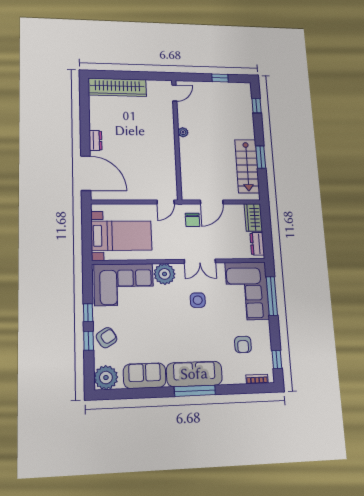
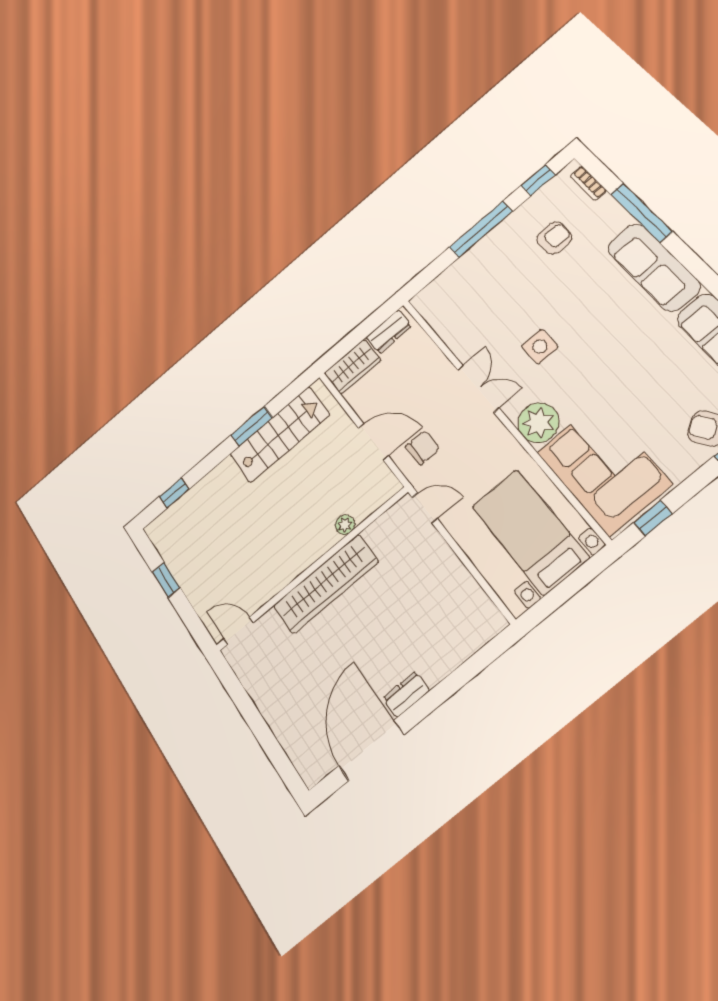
wardrobe: (117, 87) -> (326, 584), moved, turned 90
plant: (183, 132) -> (345, 525), moved
door: (86, 173) -> (371, 750), moved
corner sofa: (247, 291) -> (470, 292), removed
window: (272, 296) -> (481, 229), moved
window: (88, 313) -> (653, 518), moved
window: (195, 391) -> (641, 213), moved

